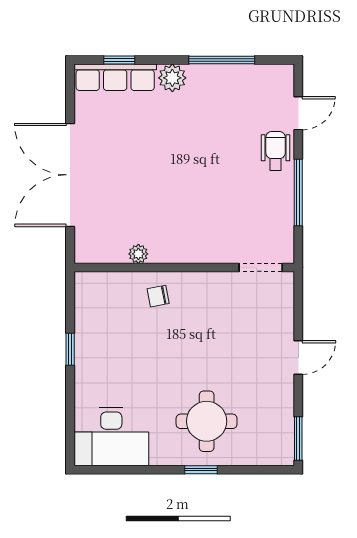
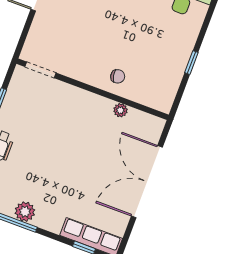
plant: (172, 78) -> (25, 212), moved
double door: (70, 175) -> (147, 182), swing flipped

